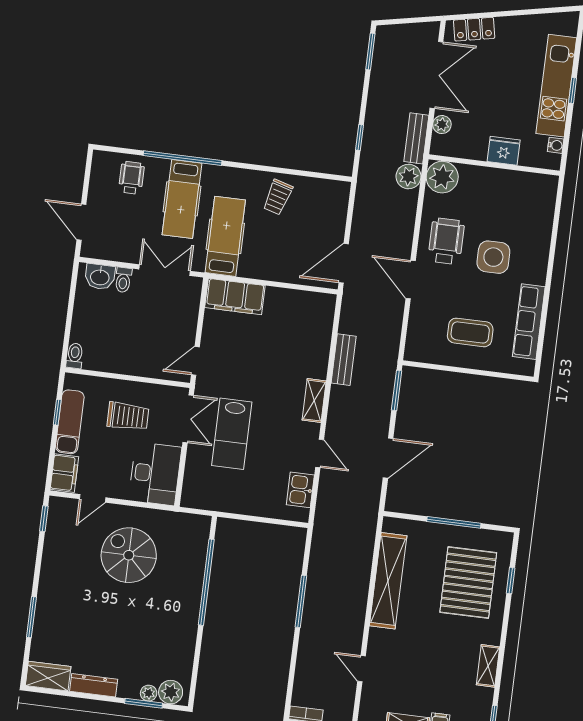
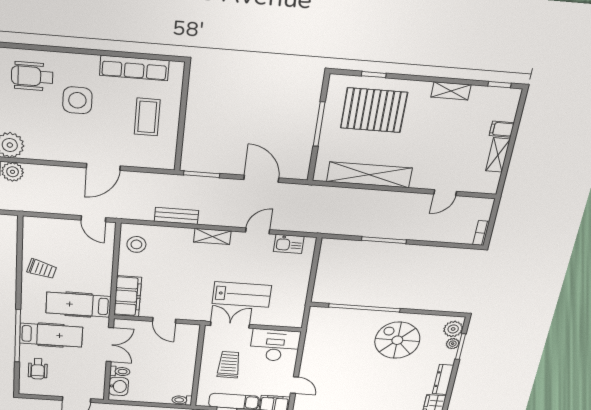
wheelchair: (131, 178) -> (38, 369), turned -90
wheelchair: (446, 241) -> (32, 76), moved
door: (344, 263) -> (93, 219), width x0.73
double door: (165, 270) -> (110, 345), swing flipped
stool: (307, 311) -> (136, 244), added
door: (195, 361) -> (164, 320), moved
spiral stairs: (129, 555) -> (397, 340), moved, turned 90

